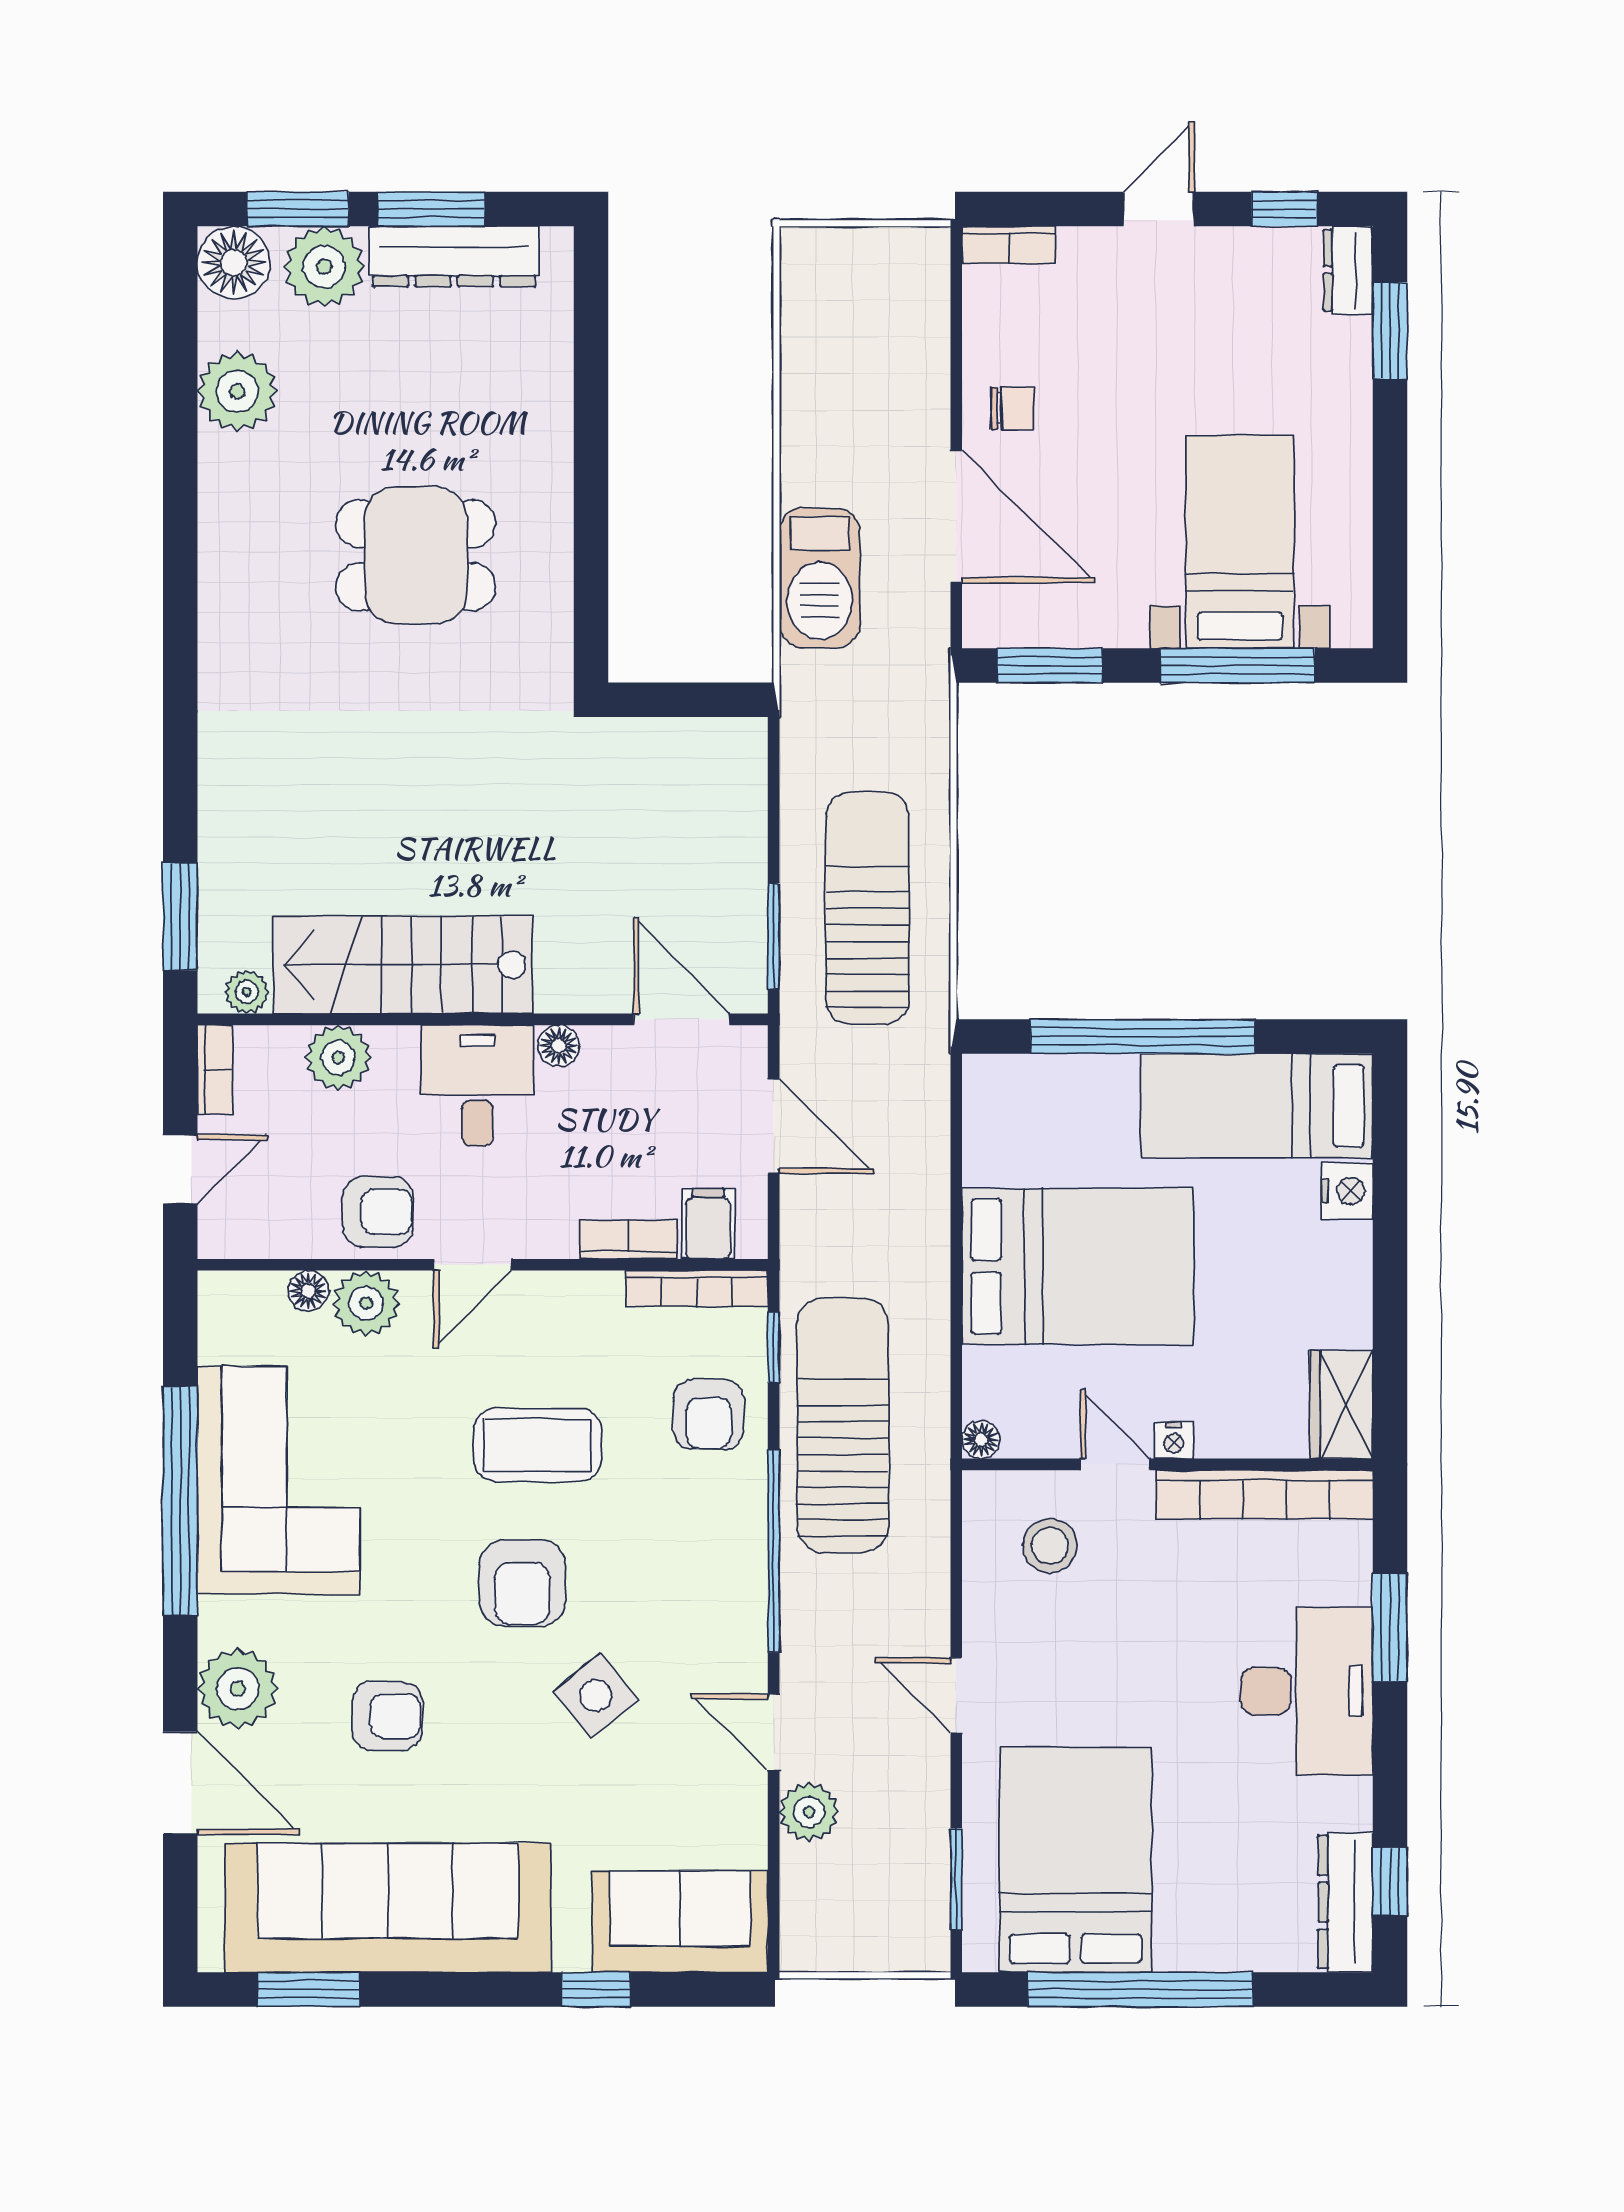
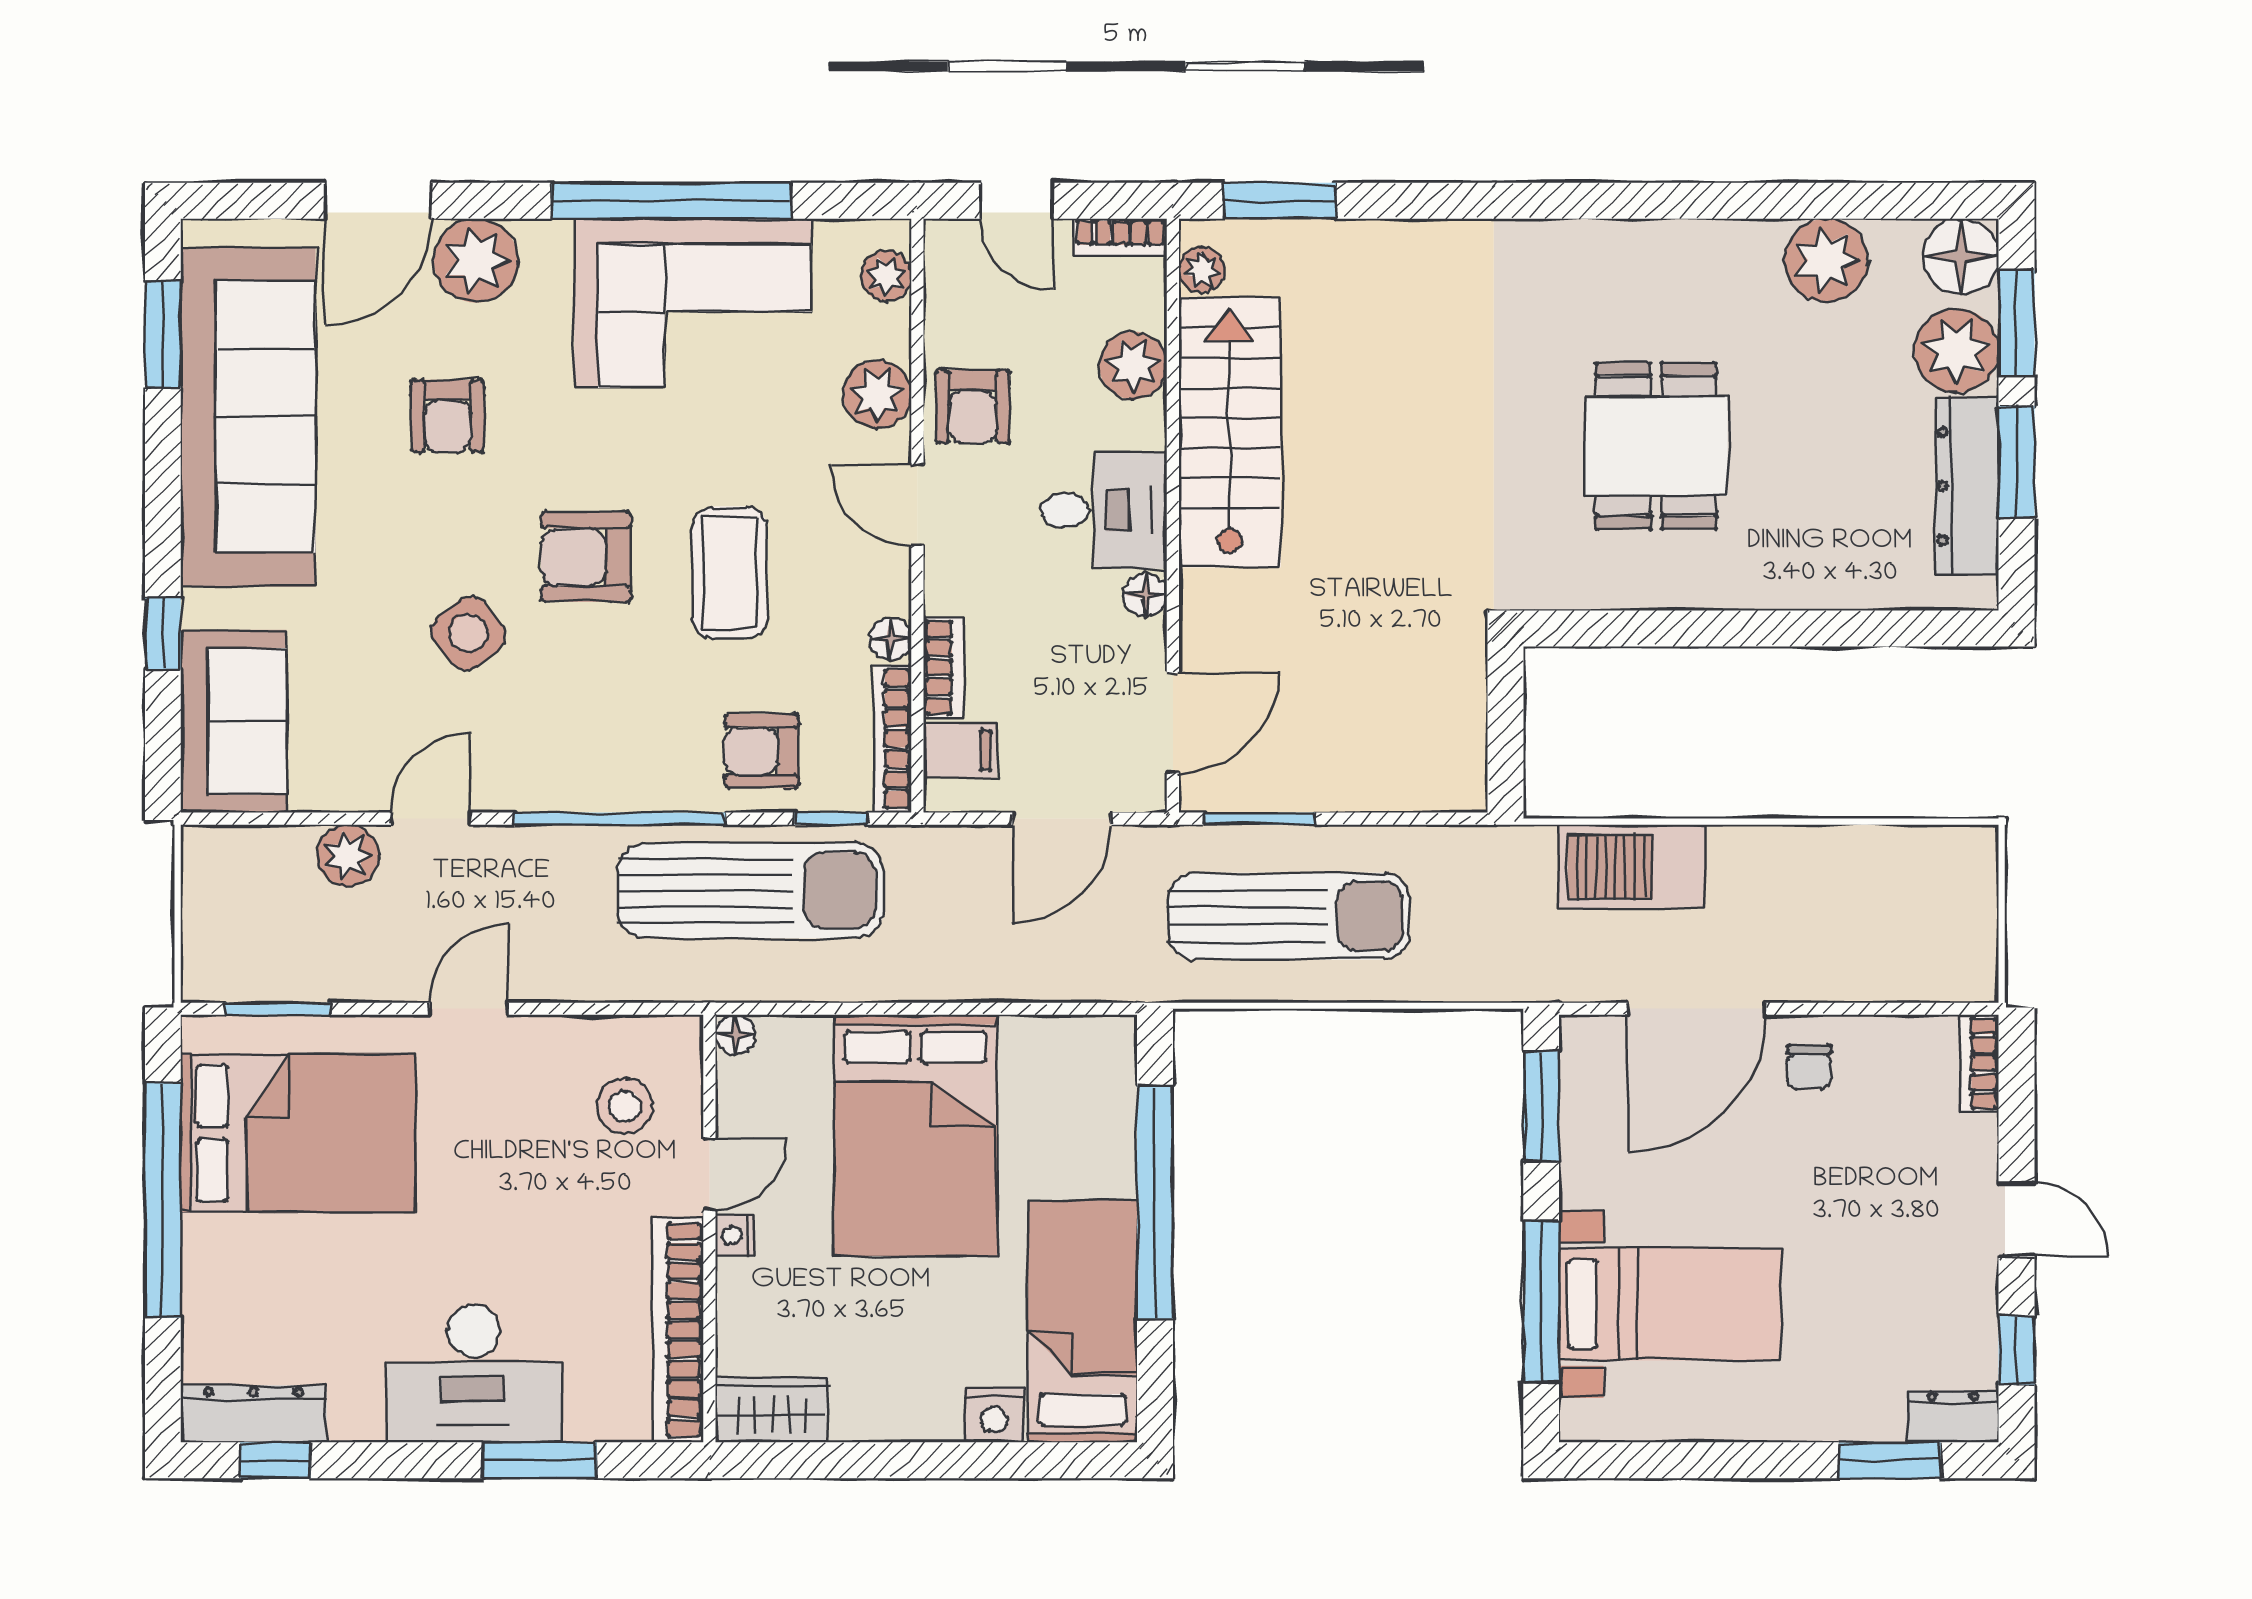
floor lamp: (308, 1291) -> (890, 639), moved
plant: (252, 1295) -> (886, 276), added

